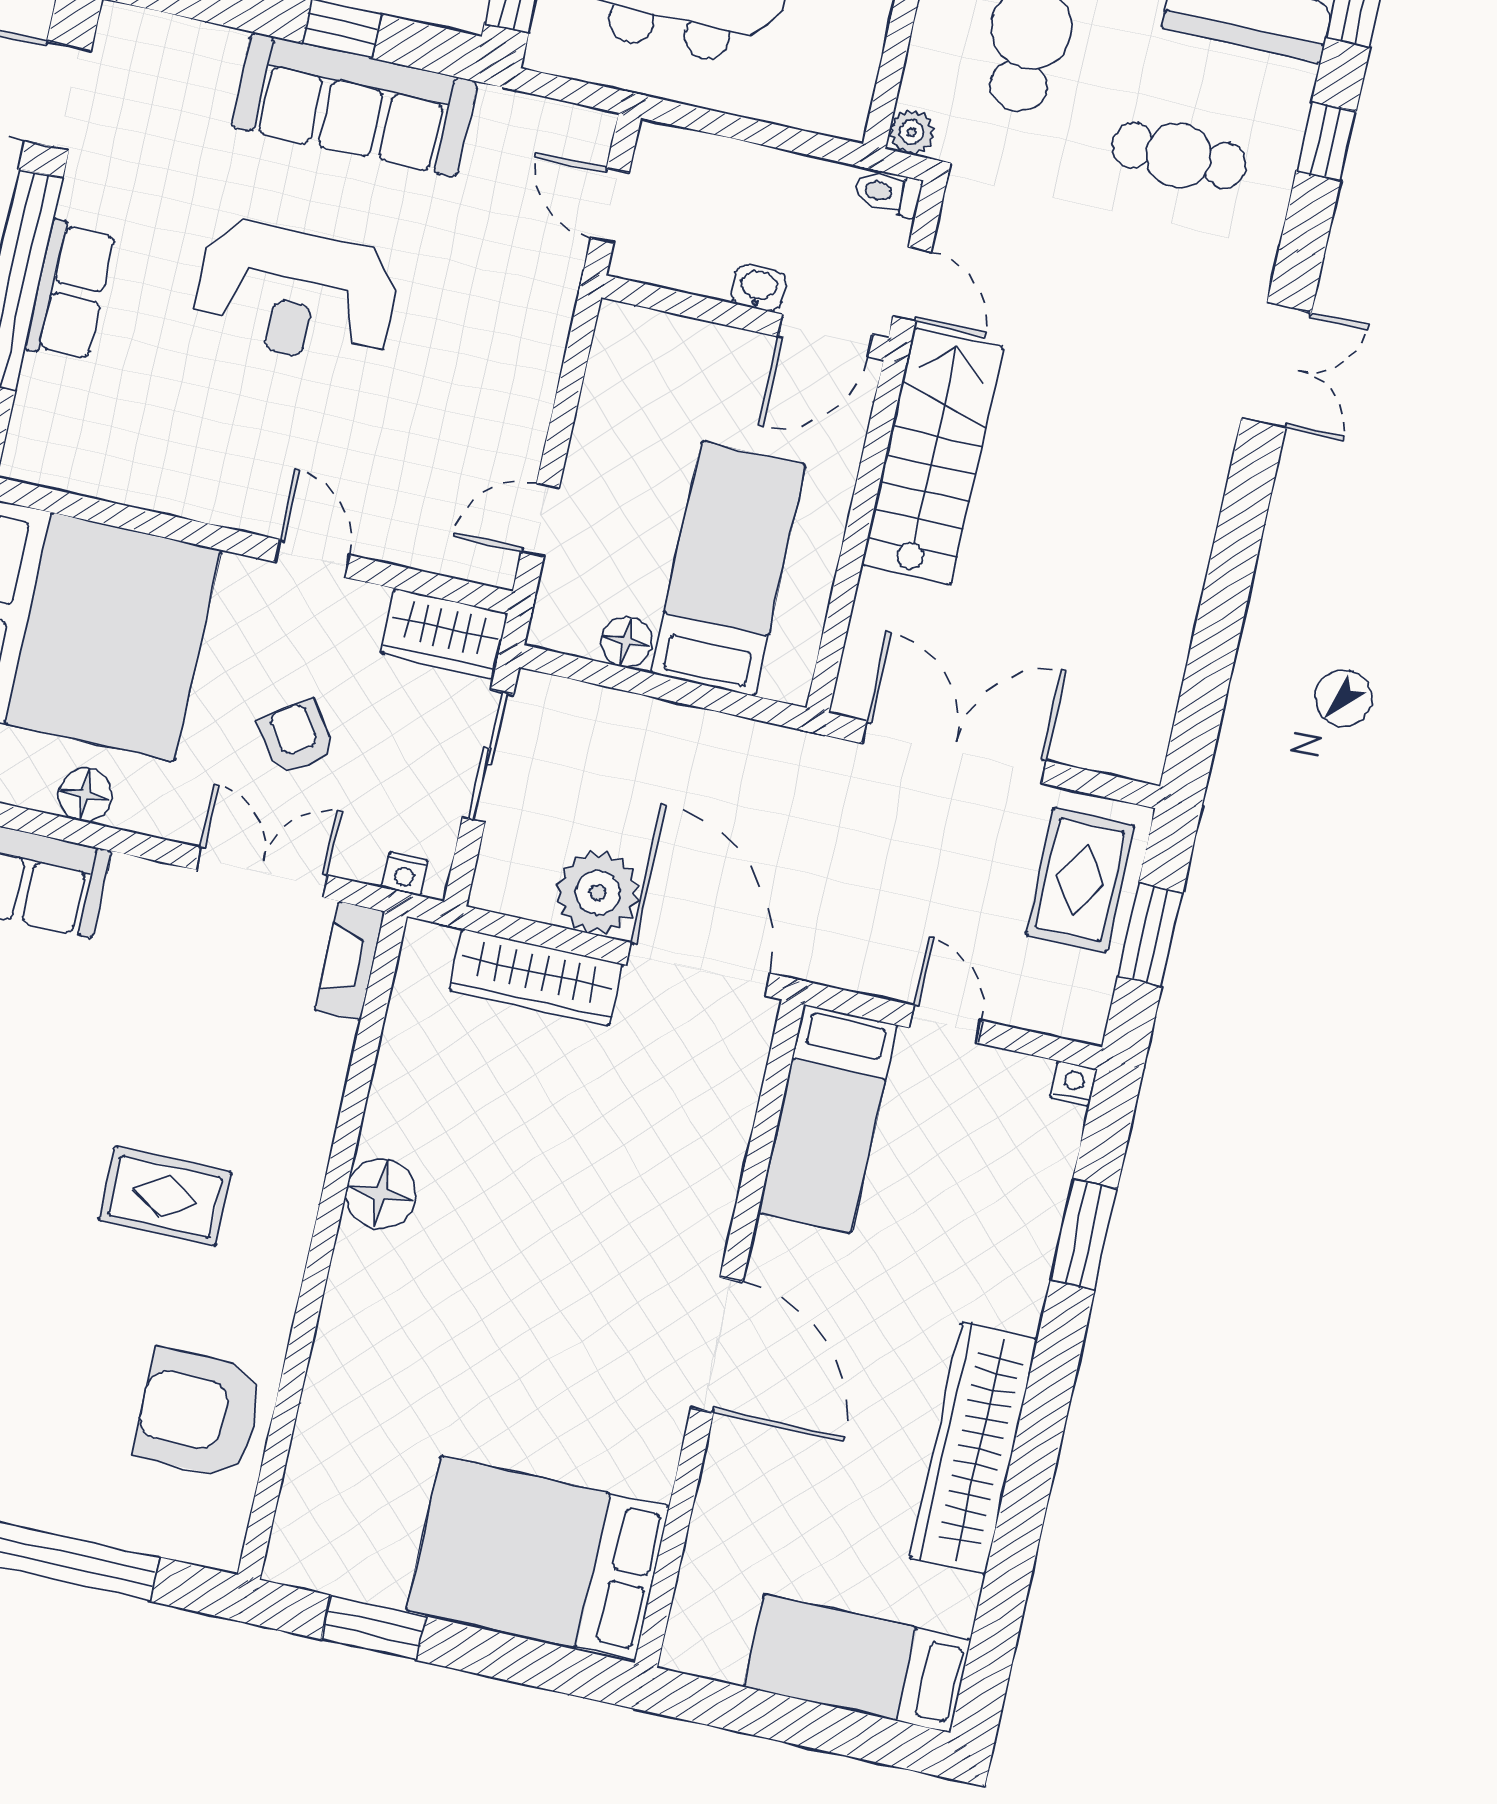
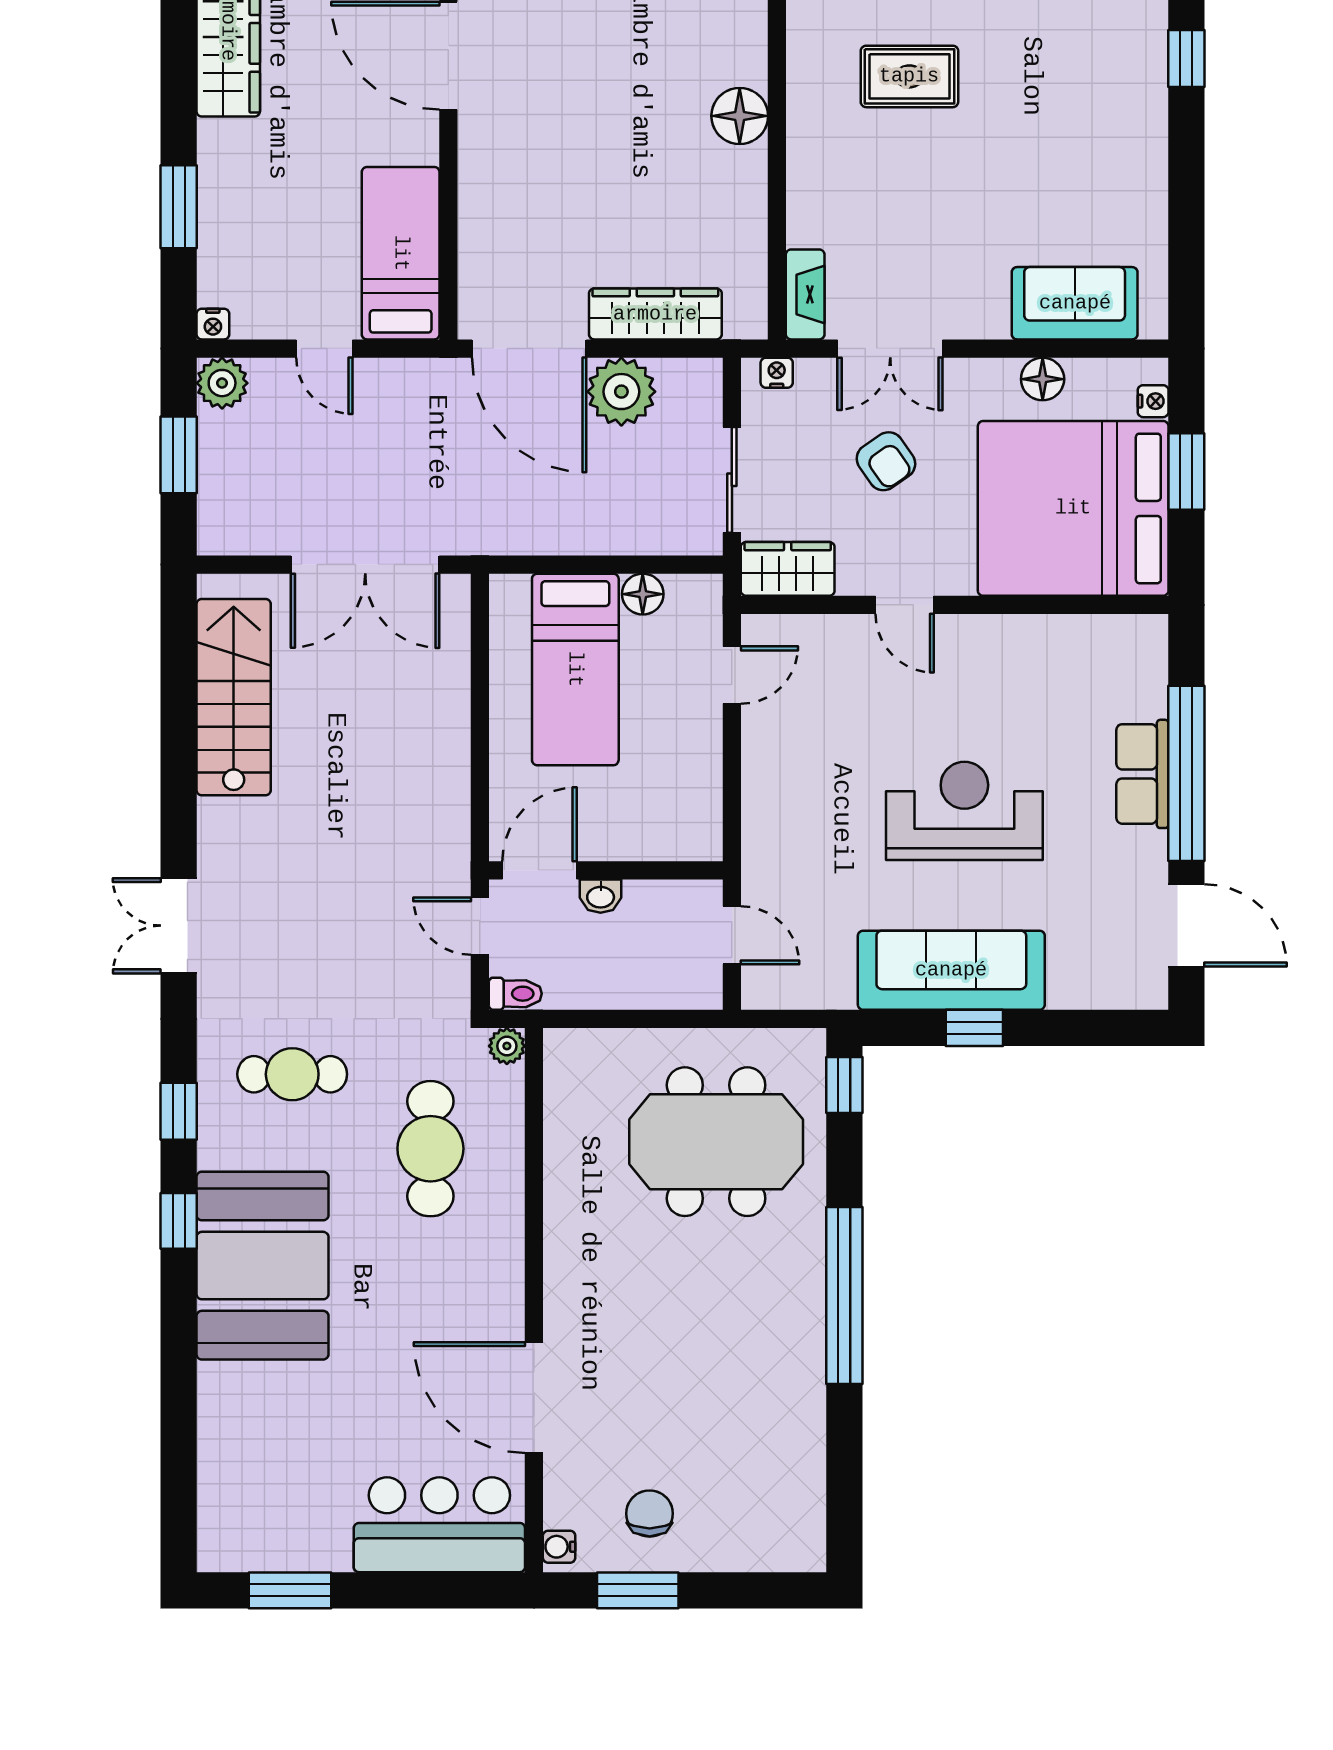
stairs: (932, 456) -> (234, 697), moved, turned 180
rug: (1080, 880) -> (243, 486), removed
plant: (1078, 1010) -> (222, 383), added

